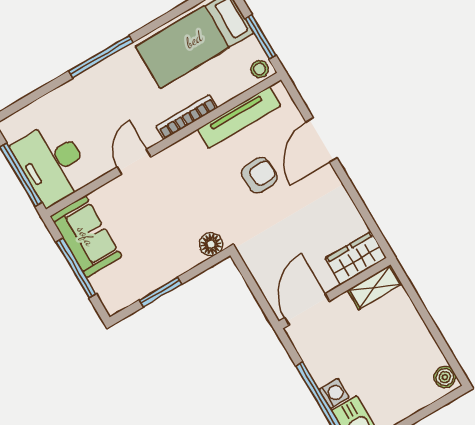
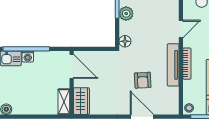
tv unit: (239, 117) -> (173, 65), moved
door: (134, 162) -> (181, 29), hinge flipped
plant: (163, 270) -> (126, 14), added

